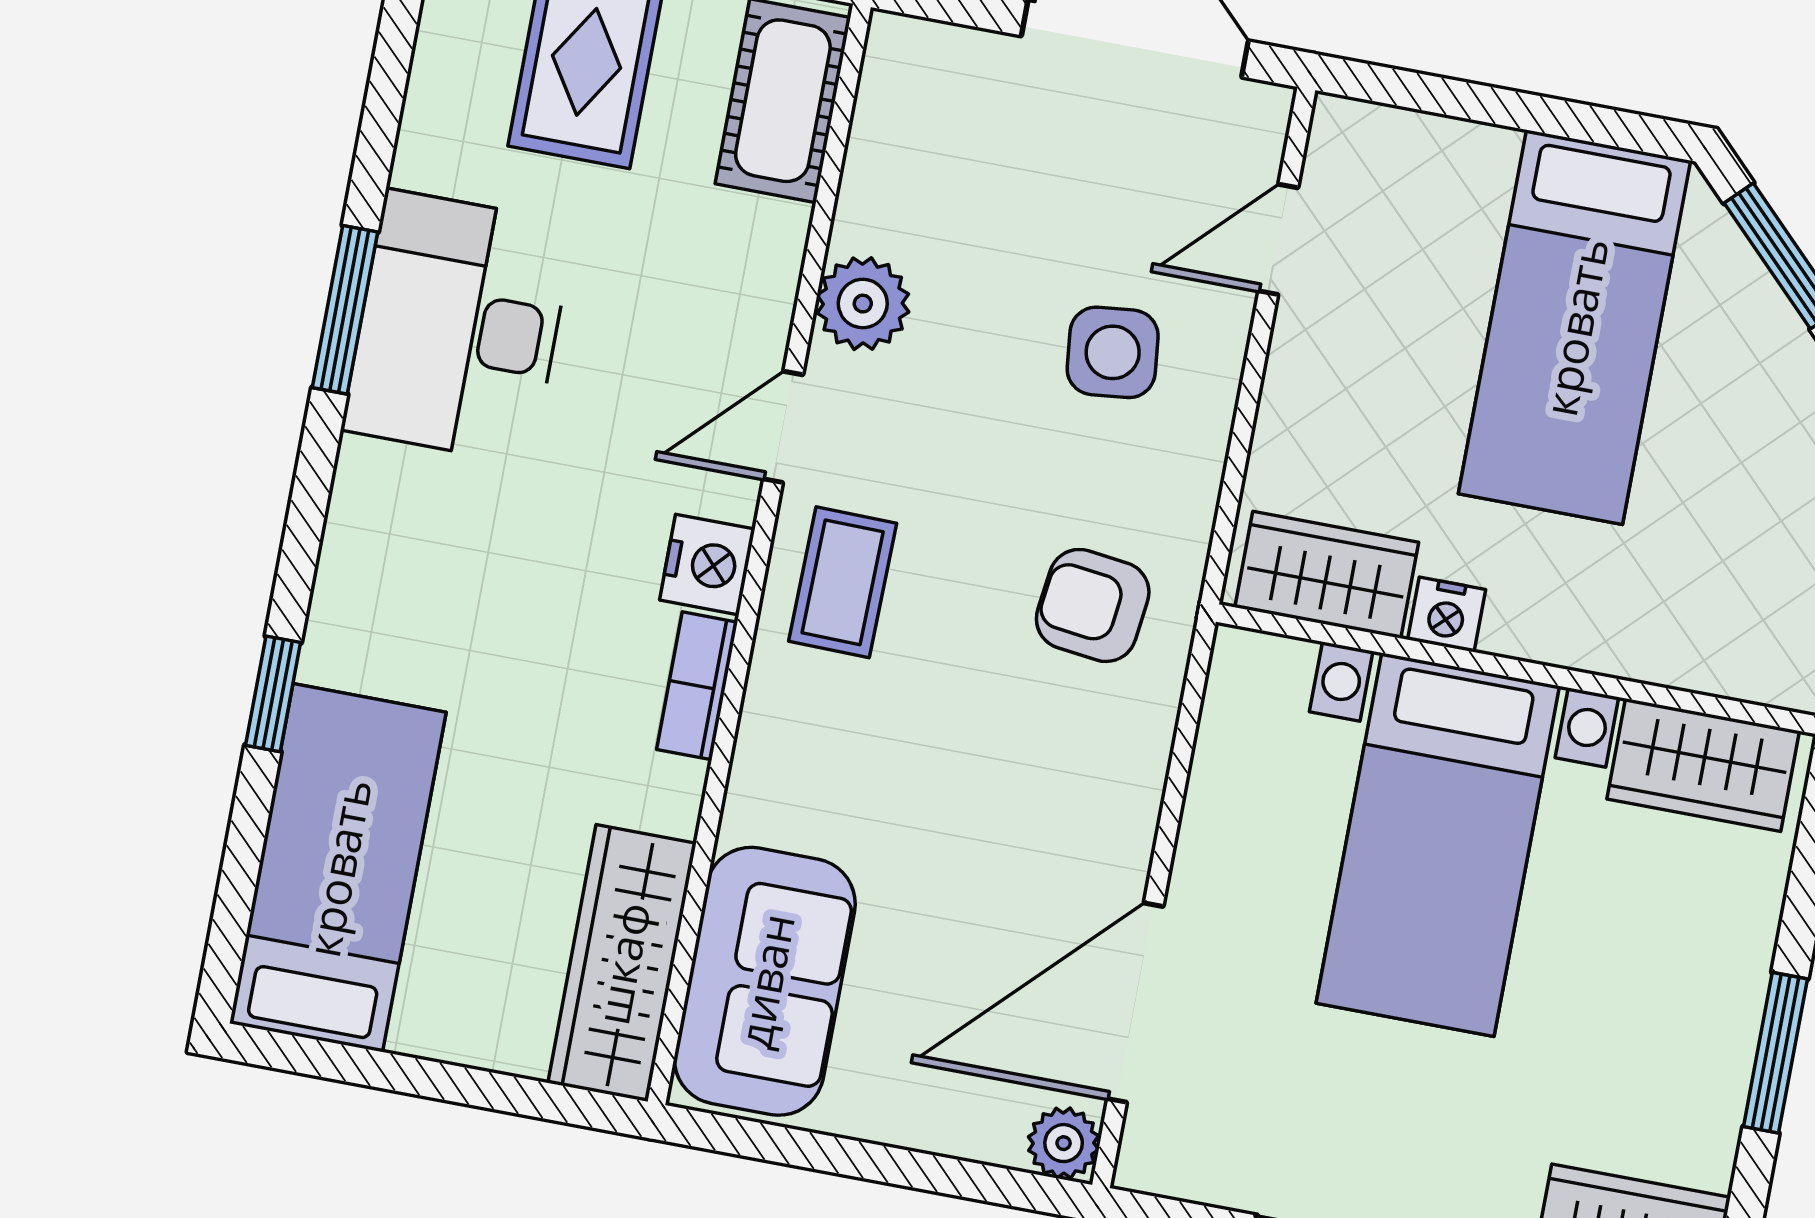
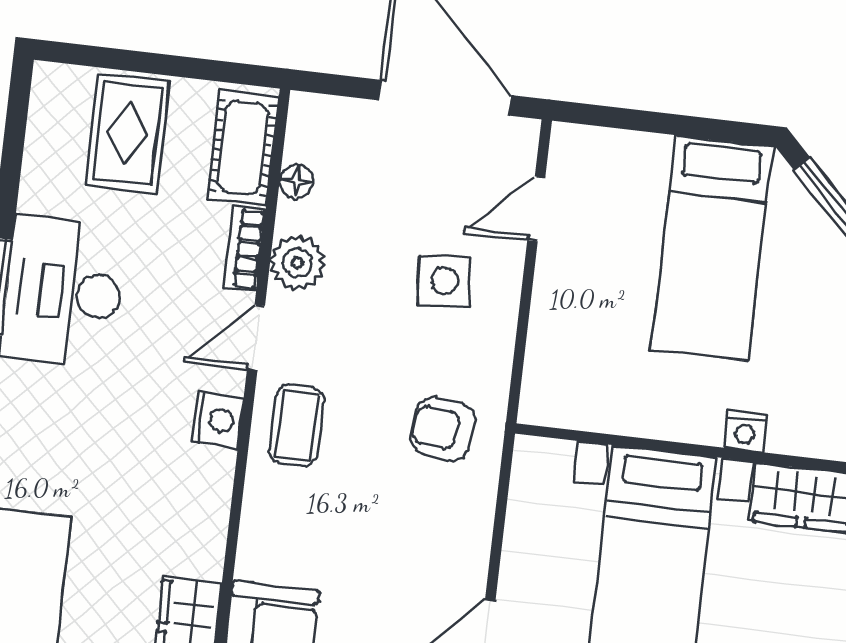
floor lamp: (871, 164) -> (296, 181), added
wardrobe: (1327, 575) -> (578, 402), removed
nightstand: (1447, 614) -> (745, 431), moved
bookcase: (697, 686) -> (245, 249), moved

